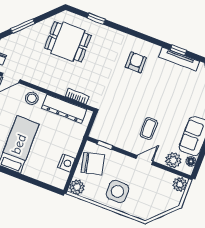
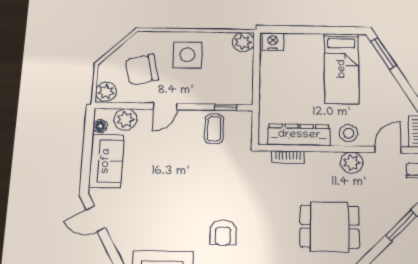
plant: (38, 78) -> (352, 163), added
coffee table: (149, 129) -> (214, 129), moved
nightstand: (66, 163) -> (273, 42), moved, turned 90
chair: (93, 164) -> (142, 70), moved

